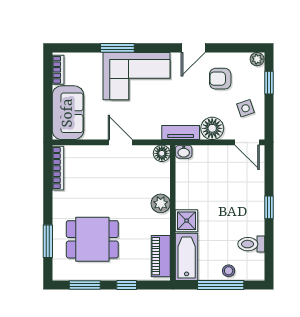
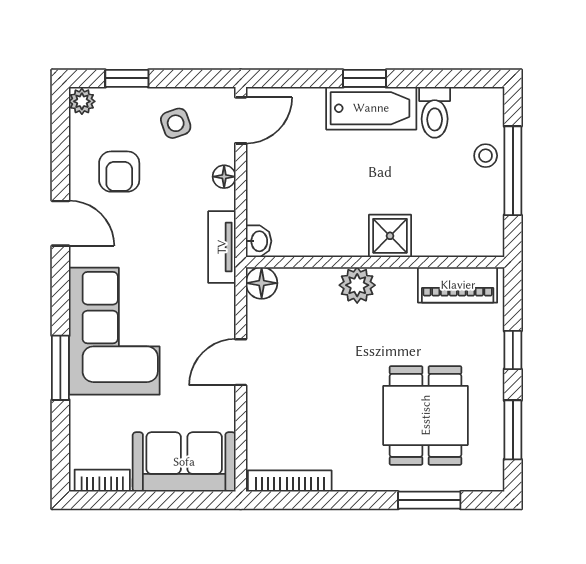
floor lamp: (212, 128) -> (224, 177), width x0.53, depth x0.53
bathtub: (187, 257) -> (371, 108), moved, turned 180

